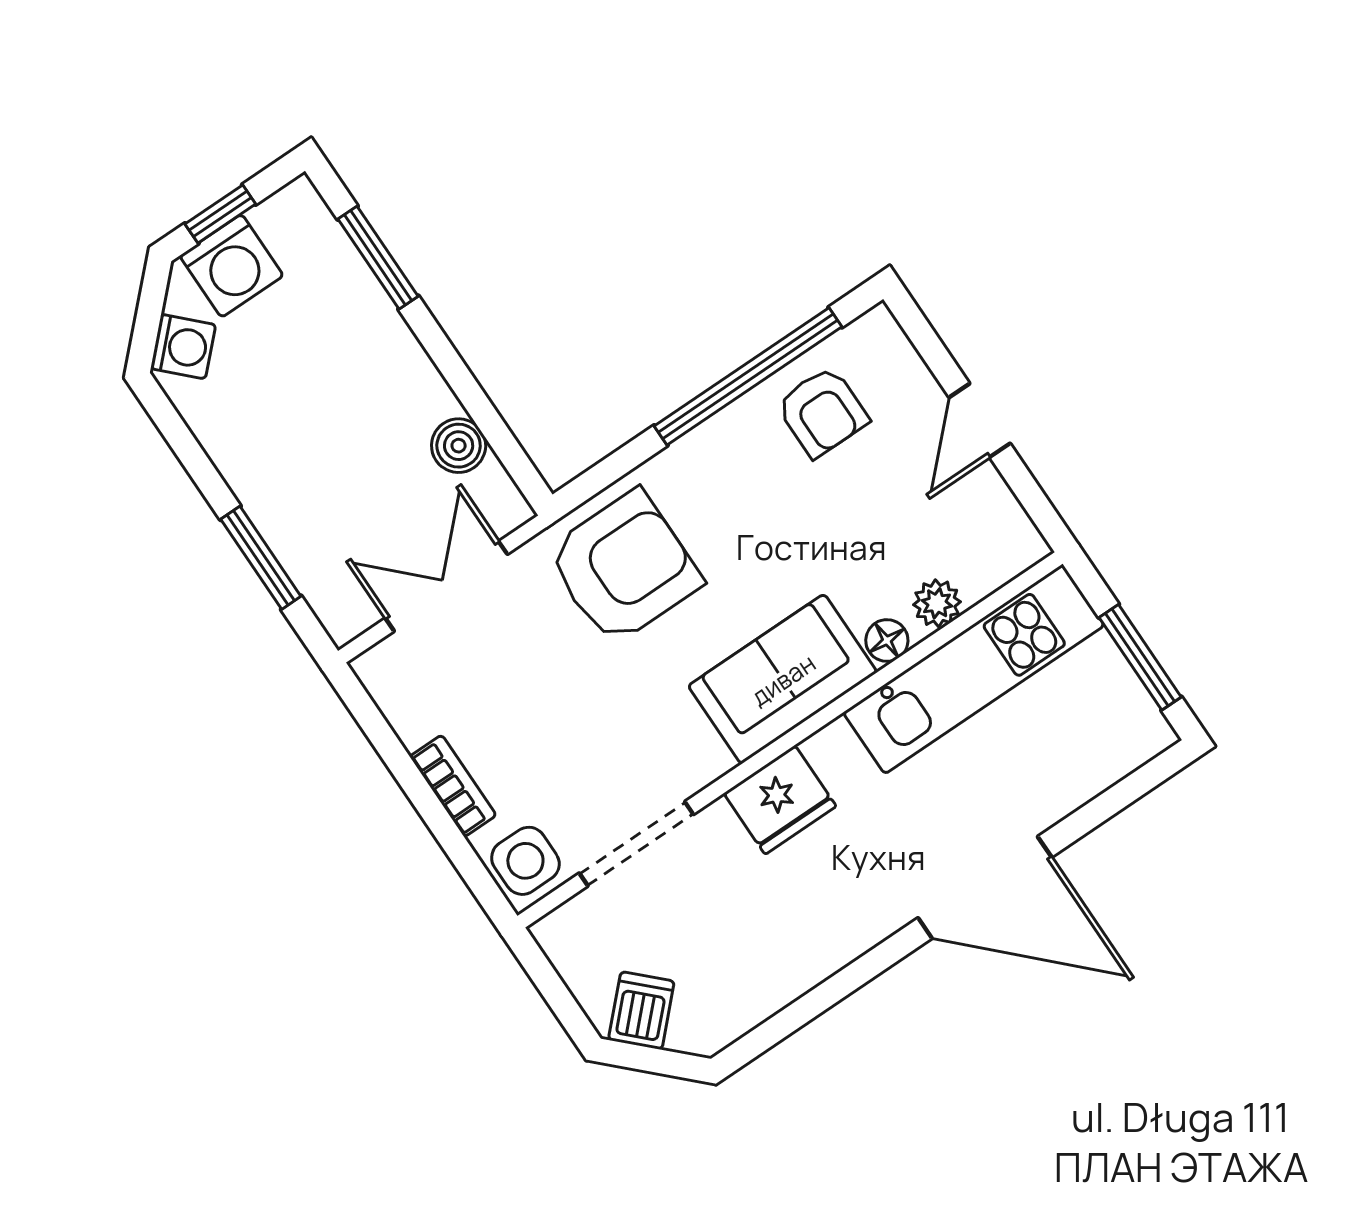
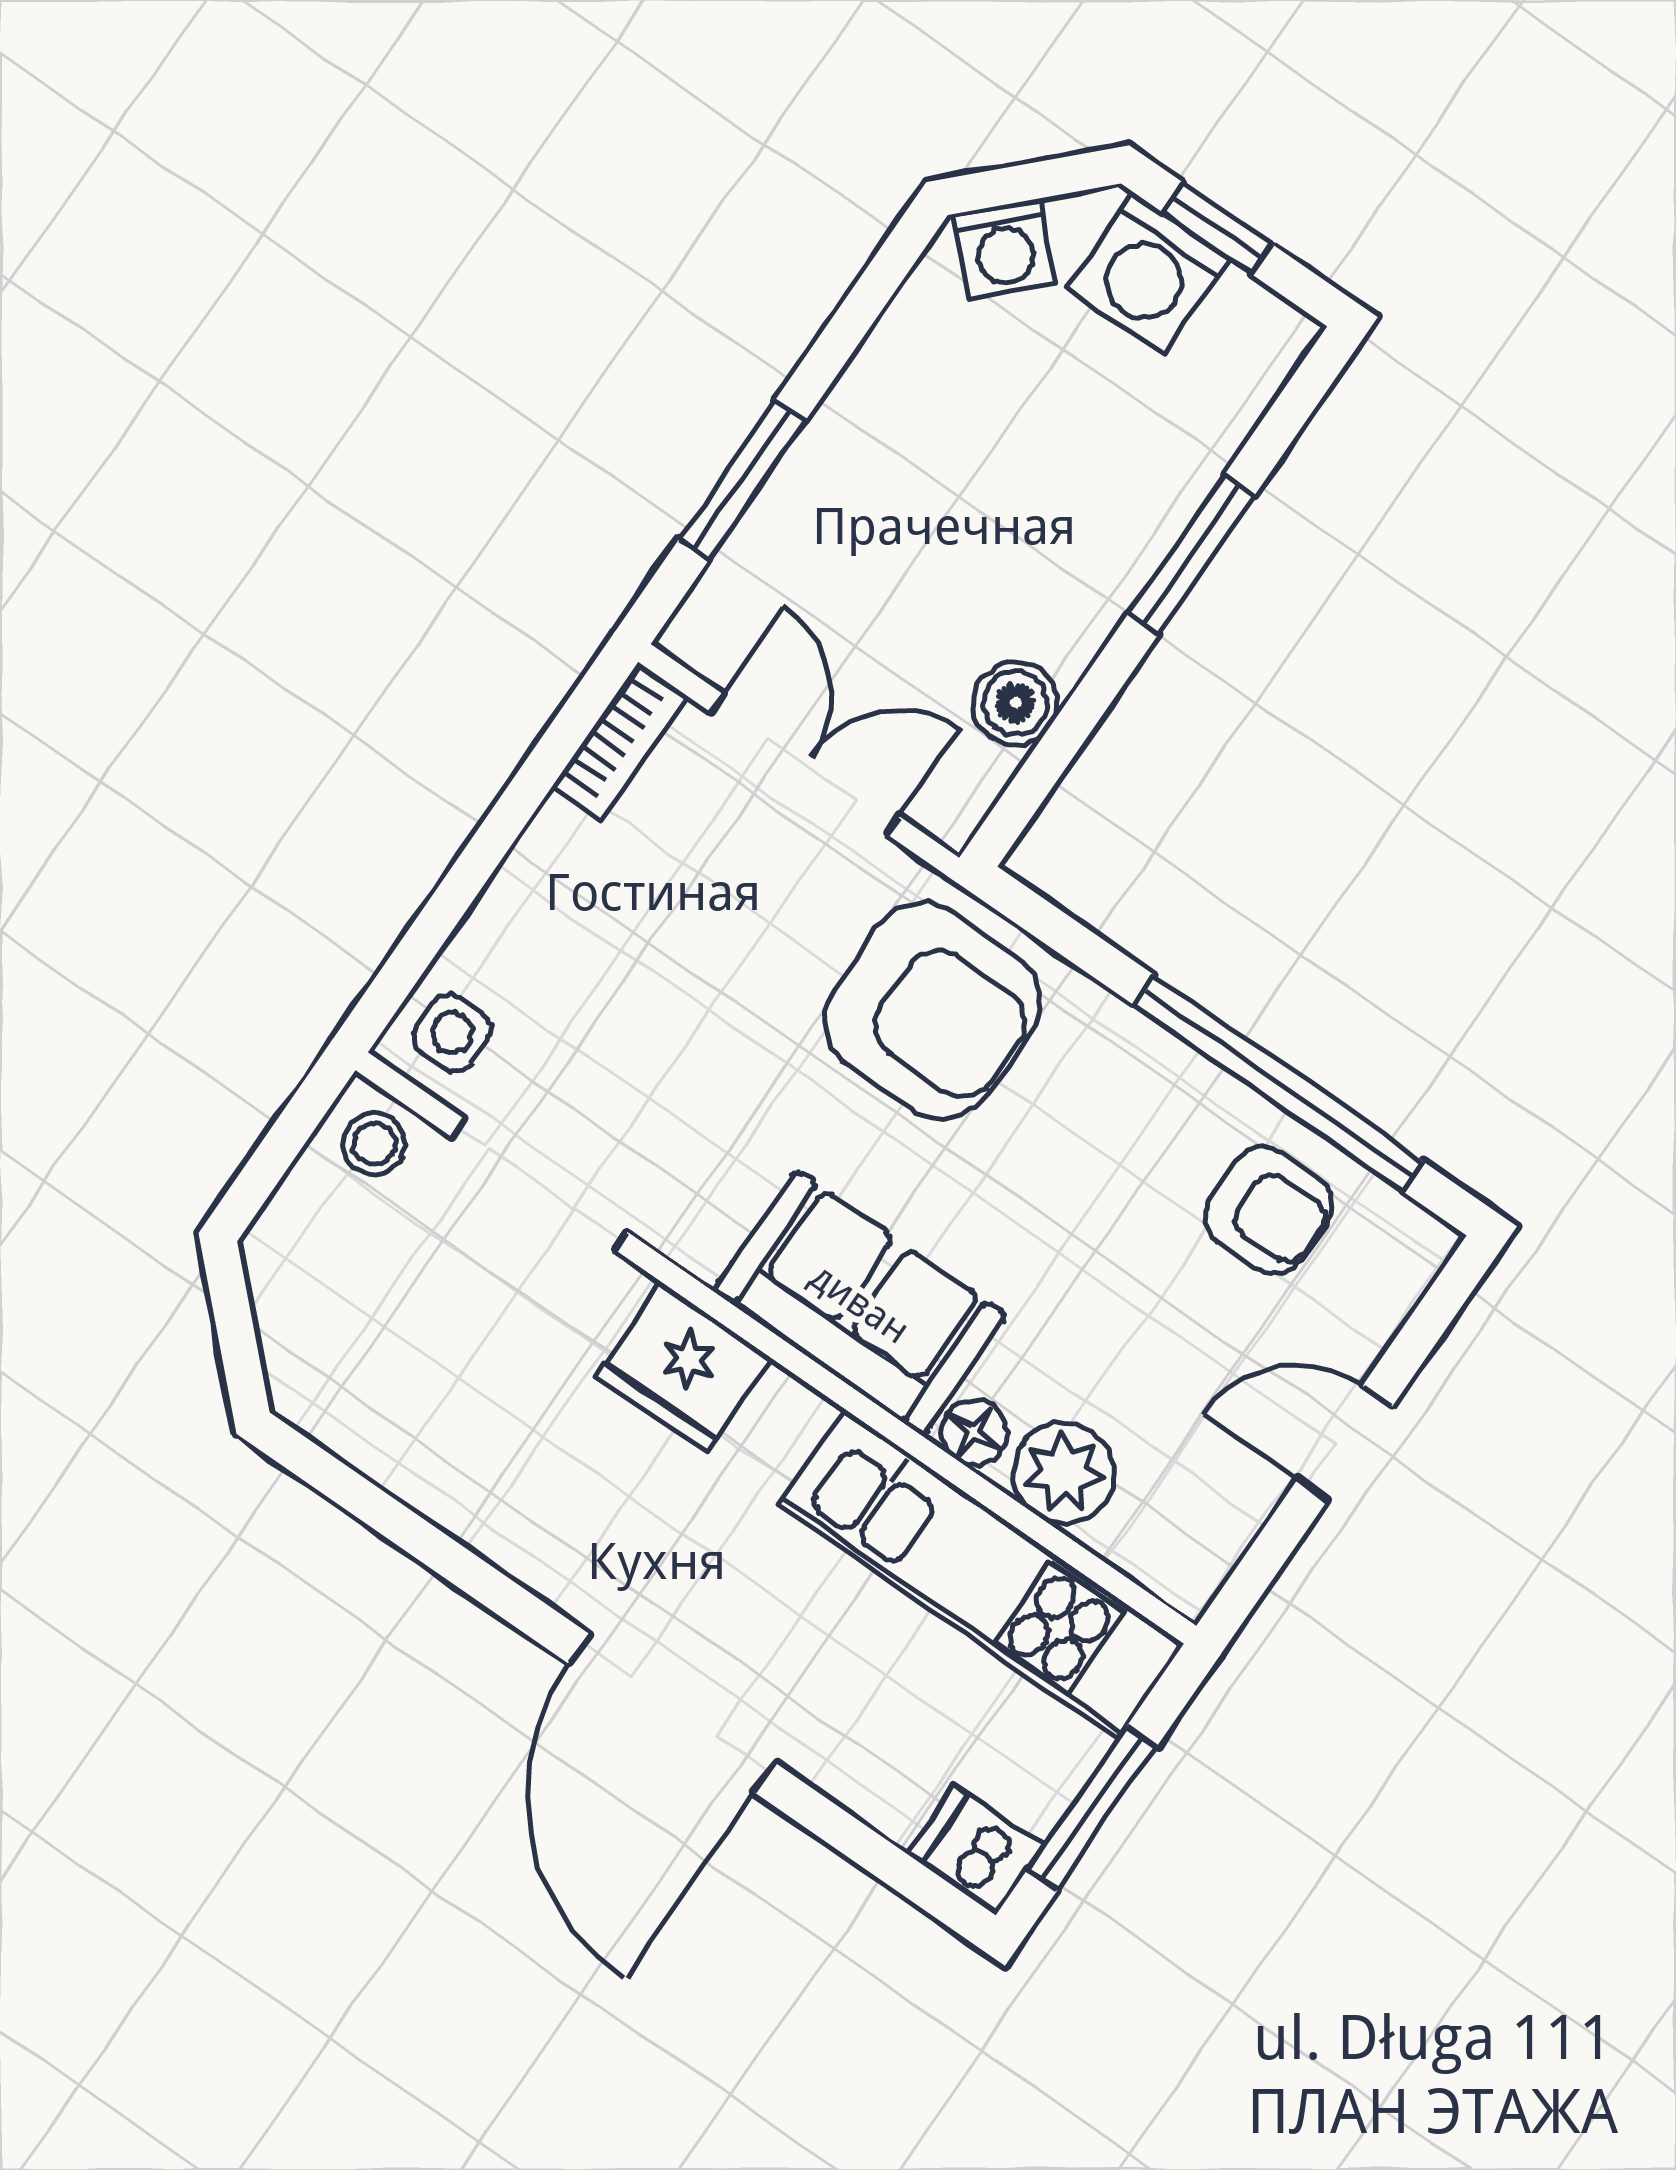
window: (378, 258) -> (1191, 555), moved
armchair: (822, 412) -> (1269, 1211), turned -90
plant: (937, 603) -> (1064, 1473), width x1.38, depth x1.38
bookcase: (453, 786) -> (620, 742), moved
side table: (525, 861) -> (452, 1033), width x0.73, depth x0.73
stool: (574, 934) -> (374, 1144), added
dishwasher: (641, 1011) -> (975, 1850), moved, turned -135

